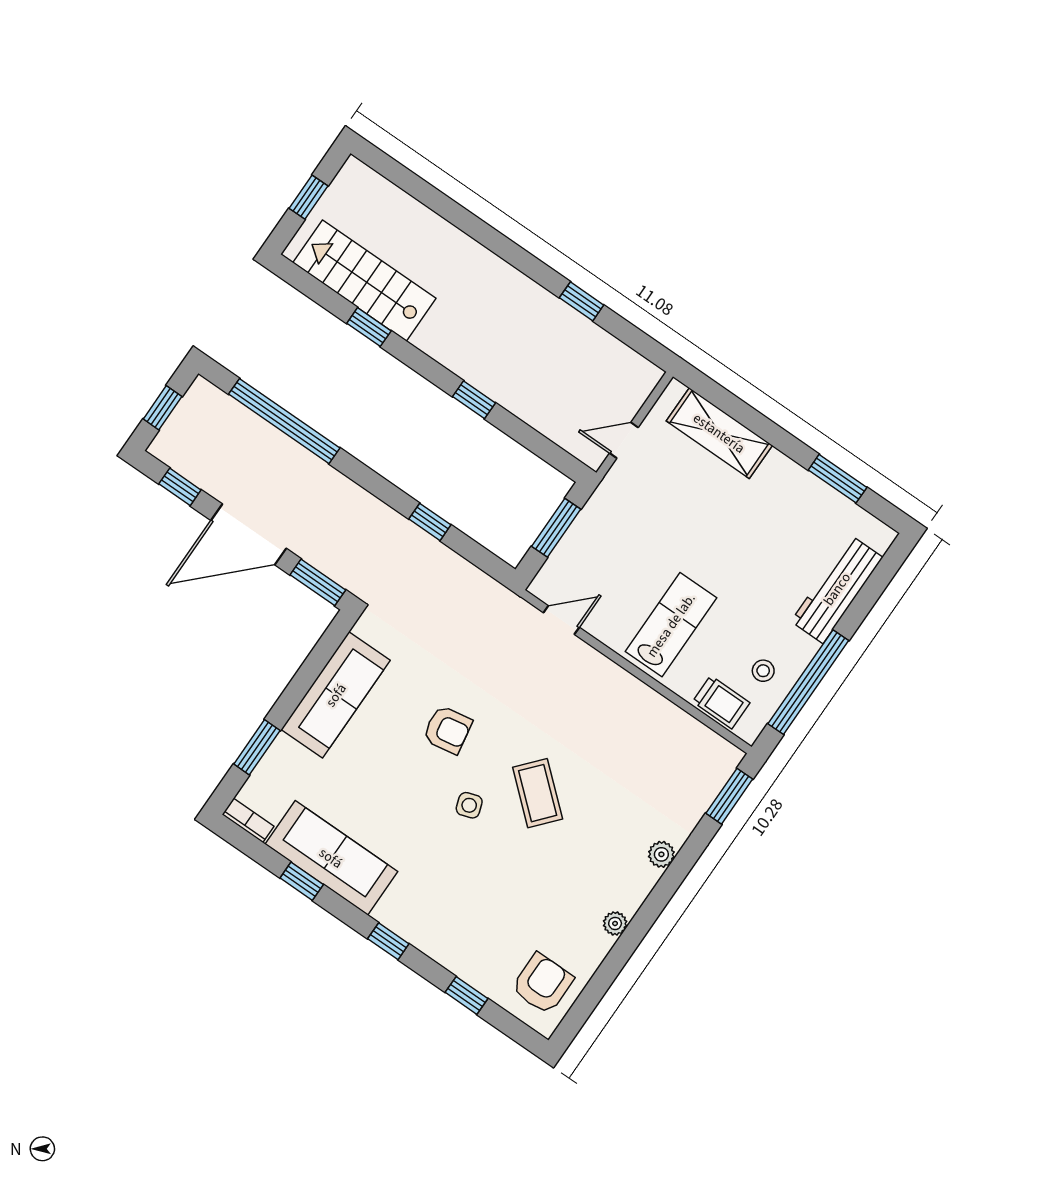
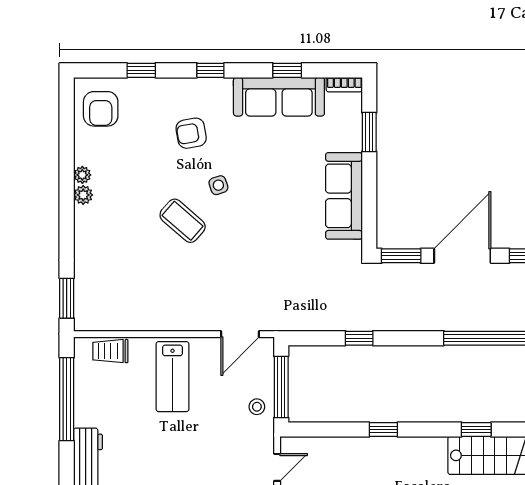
window: (556, 528) -> (281, 387), width x1.44
door: (561, 620) -> (240, 334), width x1.38
stool: (763, 671) -> (257, 407), moved
armchair: (447, 730) -> (191, 133), moved
plant: (661, 854) -> (83, 195), moved

